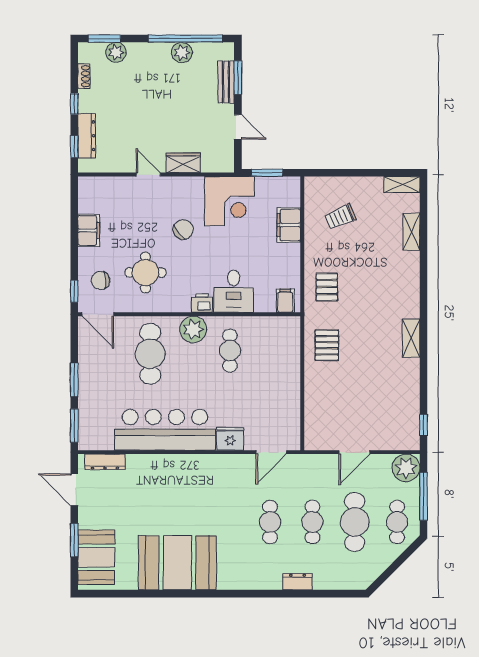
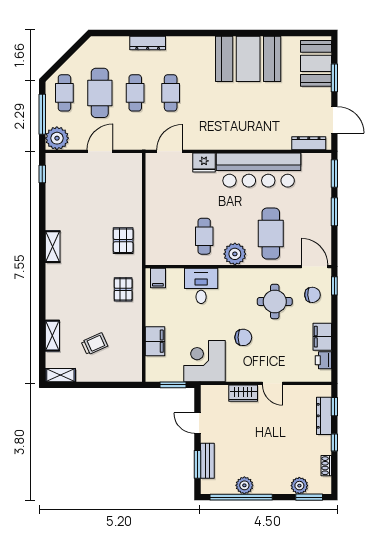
trolley: (340, 217) -> (94, 344), moved
chair: (183, 230) -> (243, 337), turned -140
printer: (202, 303) -> (323, 360), moved, turned 90
dresser: (298, 582) -> (148, 43), width x1.44

